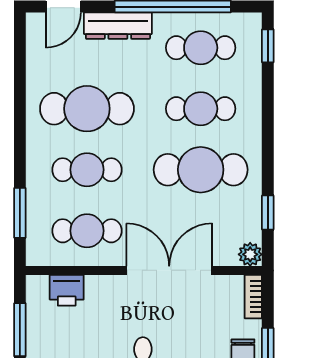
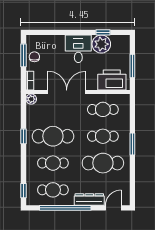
window: (20, 213) -> (132, 144), moved
window: (268, 213) -> (23, 136), moved
double door: (169, 270) -> (67, 92), swing flipped
printer: (67, 290) -> (112, 80), width x1.87, depth x1.48

